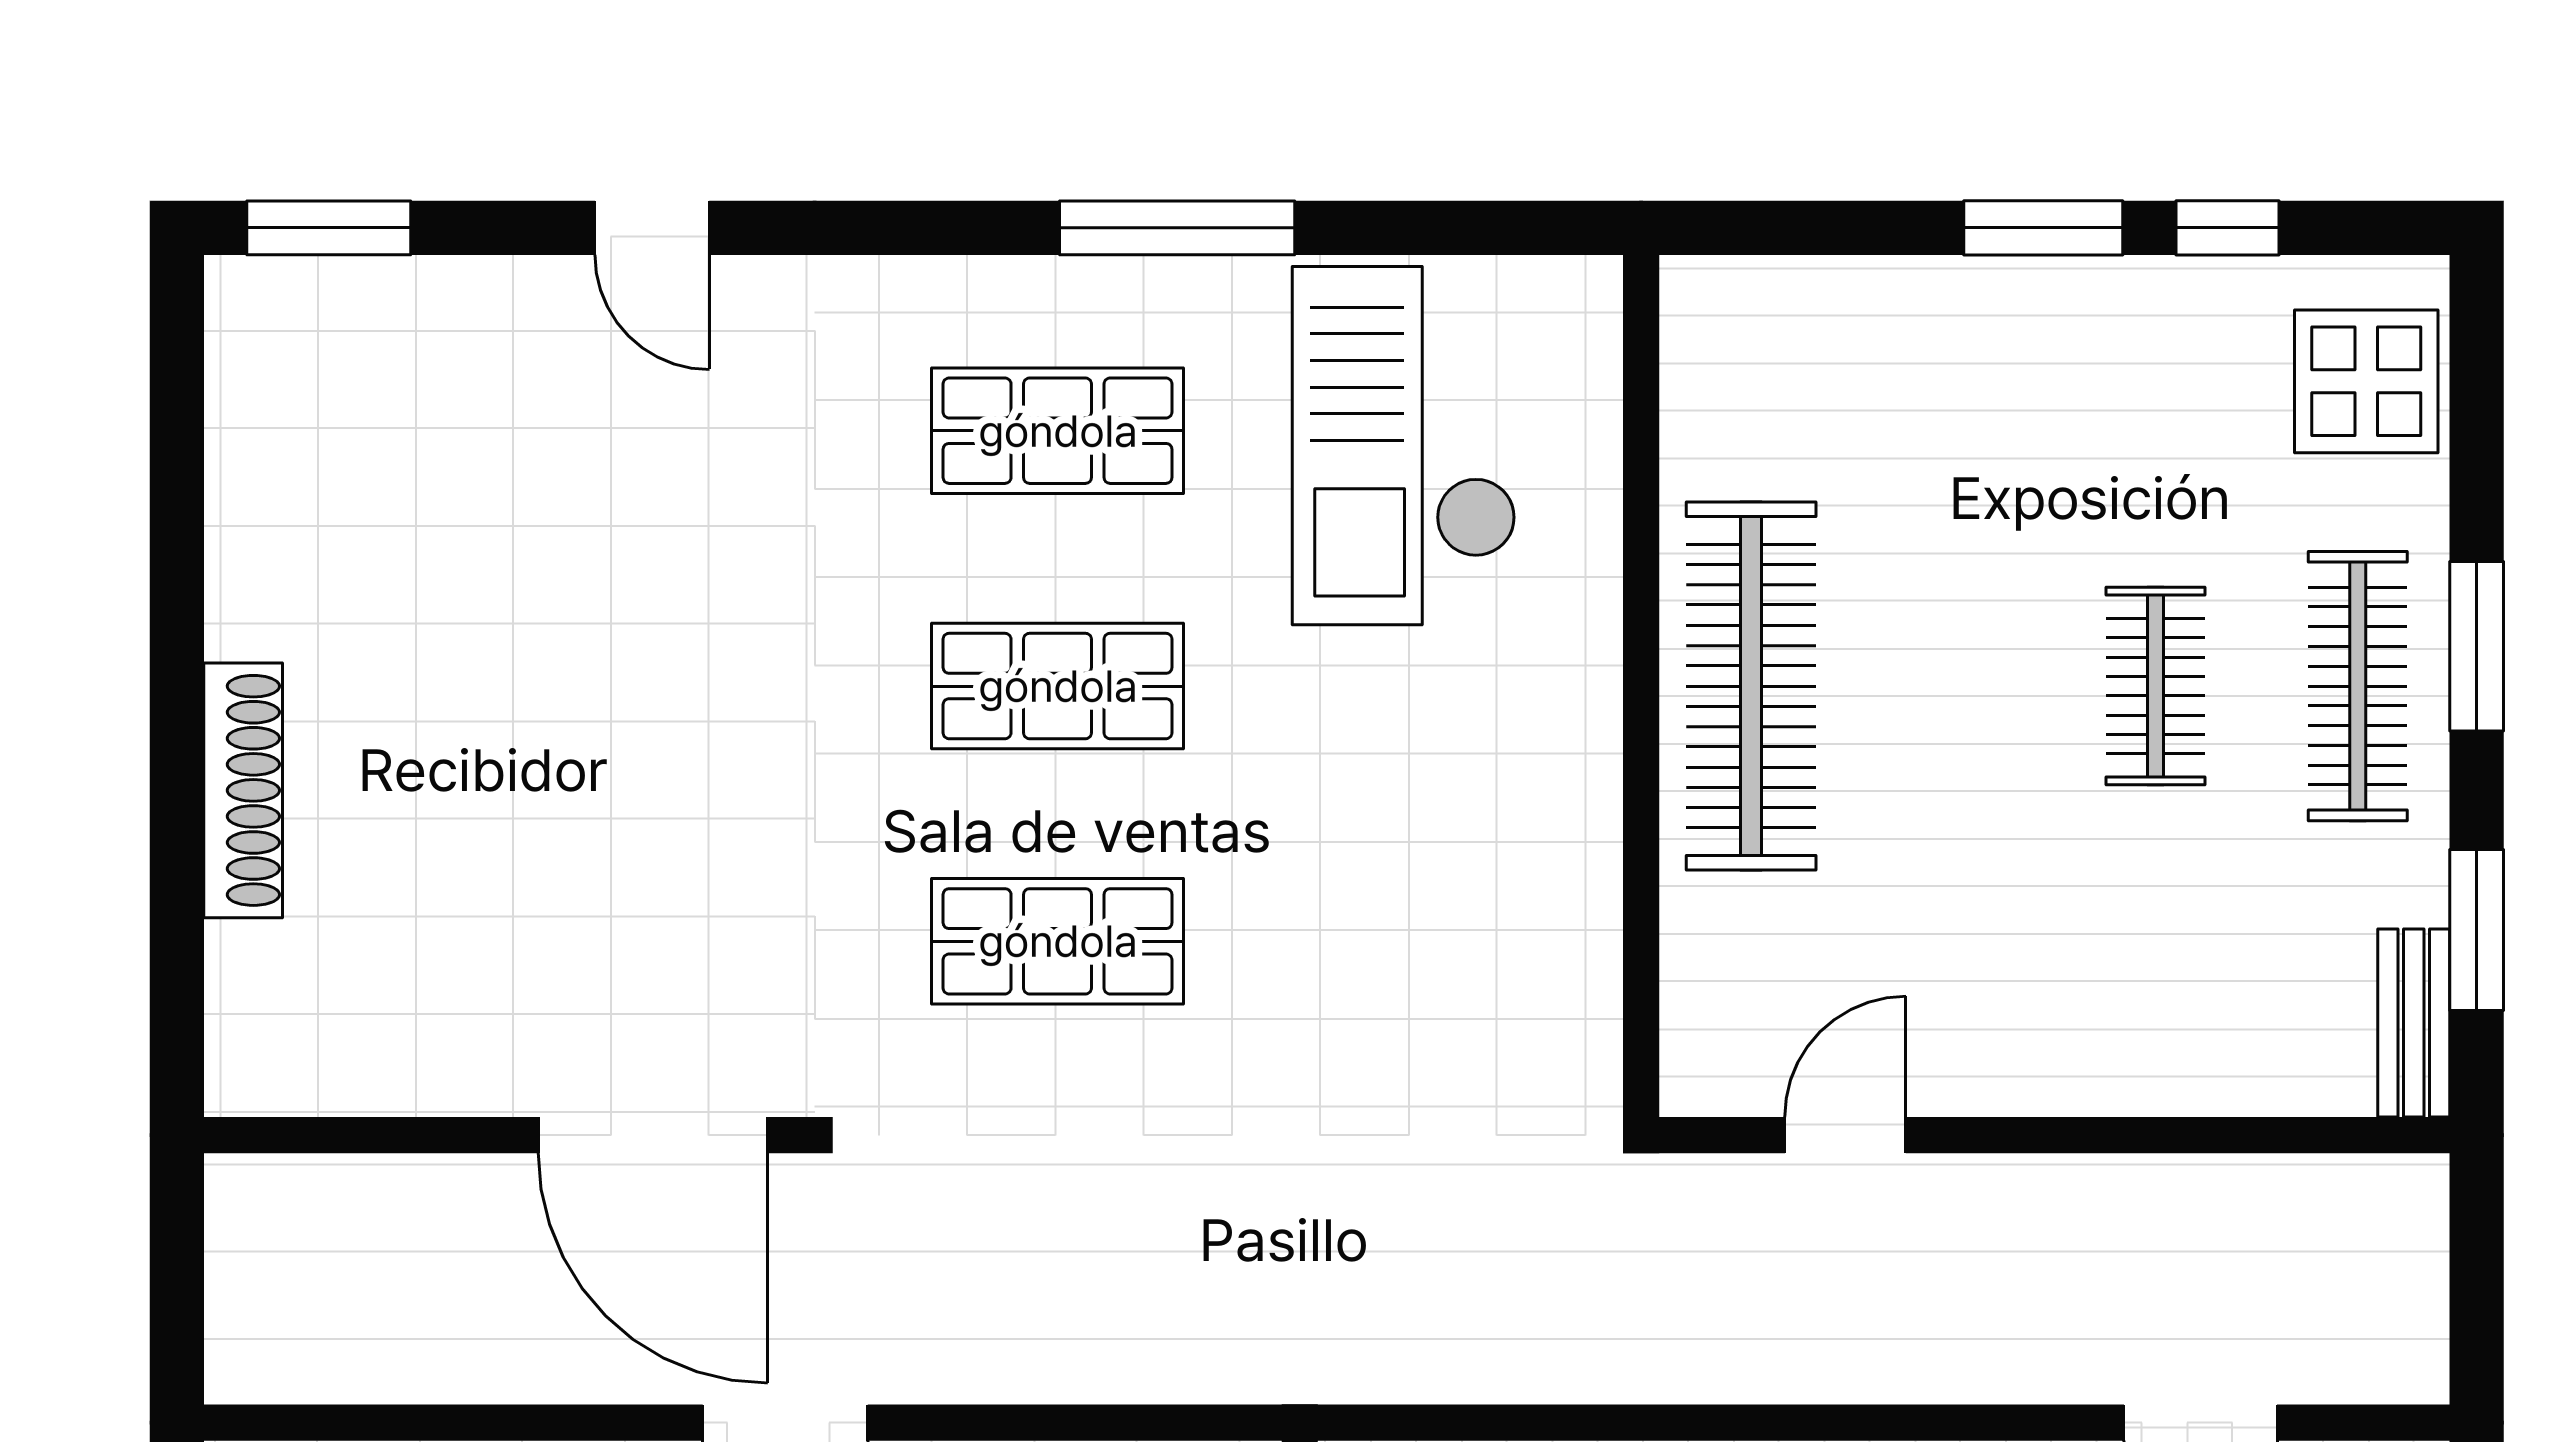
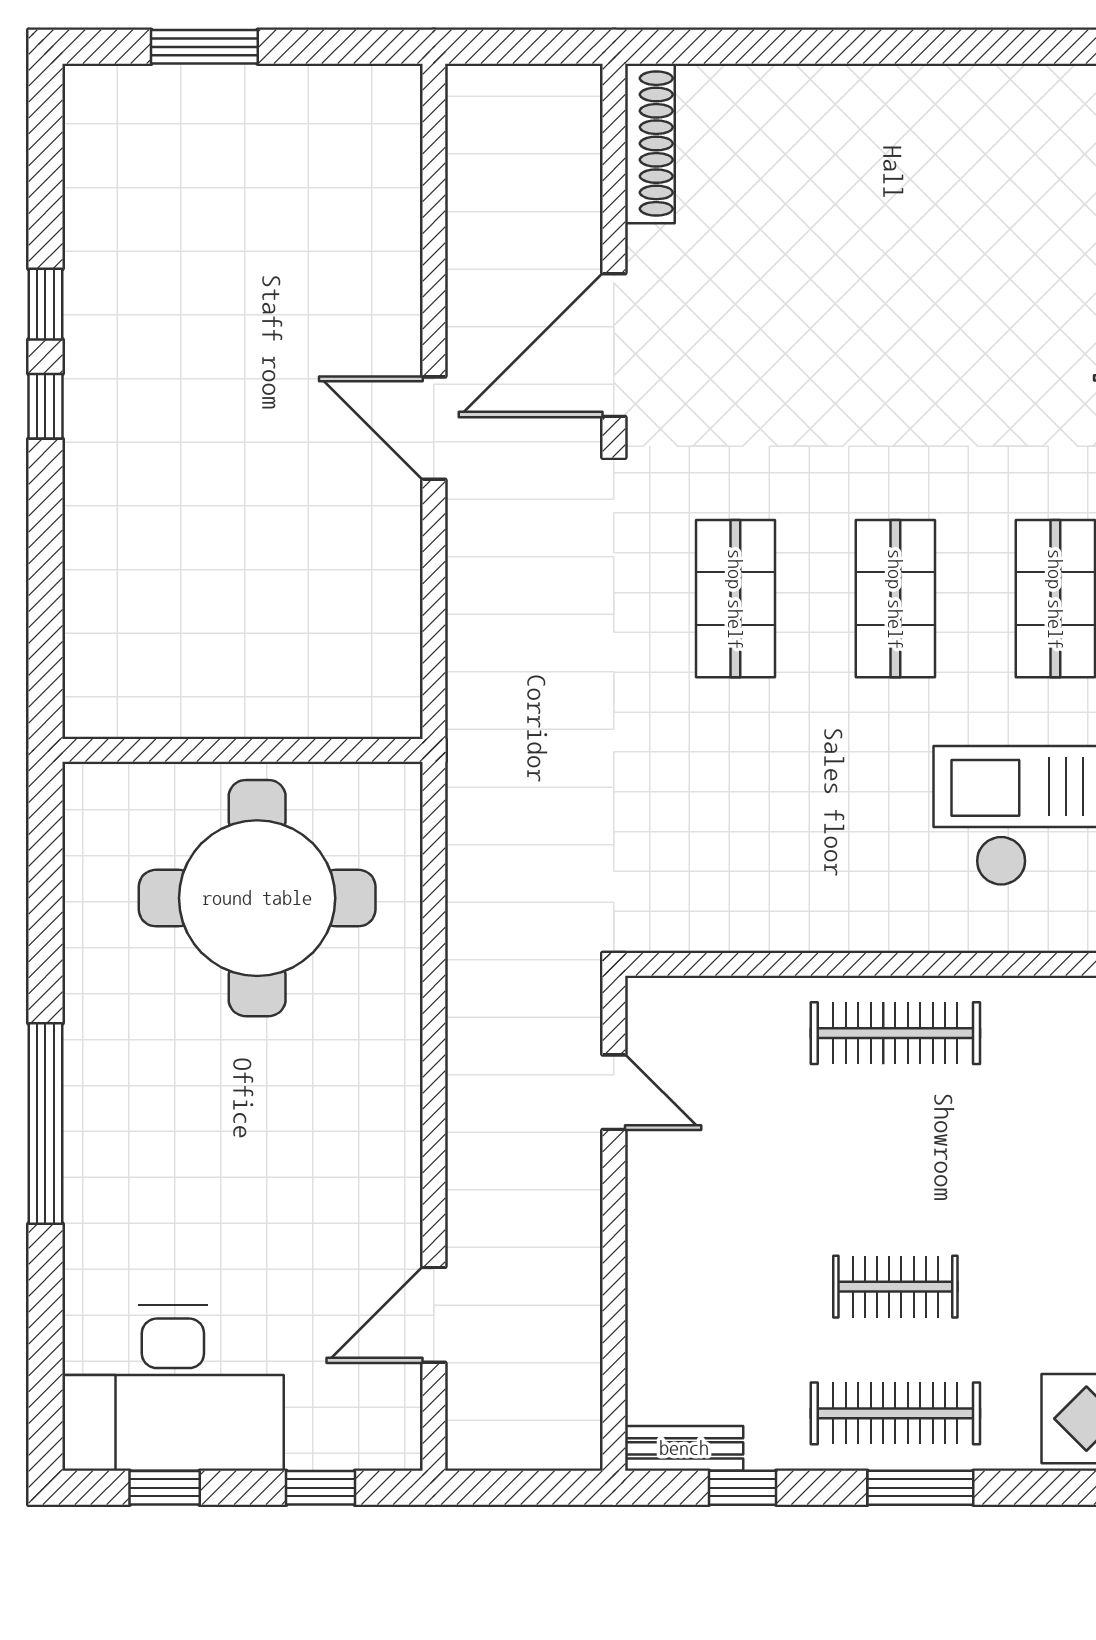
clothes rail: (1751, 686) -> (895, 1033), width x0.73, depth x0.76
shoe rack: (243, 790) -> (650, 143), moved, turned -90
window: (2477, 930) -> (743, 1488), width x0.67

